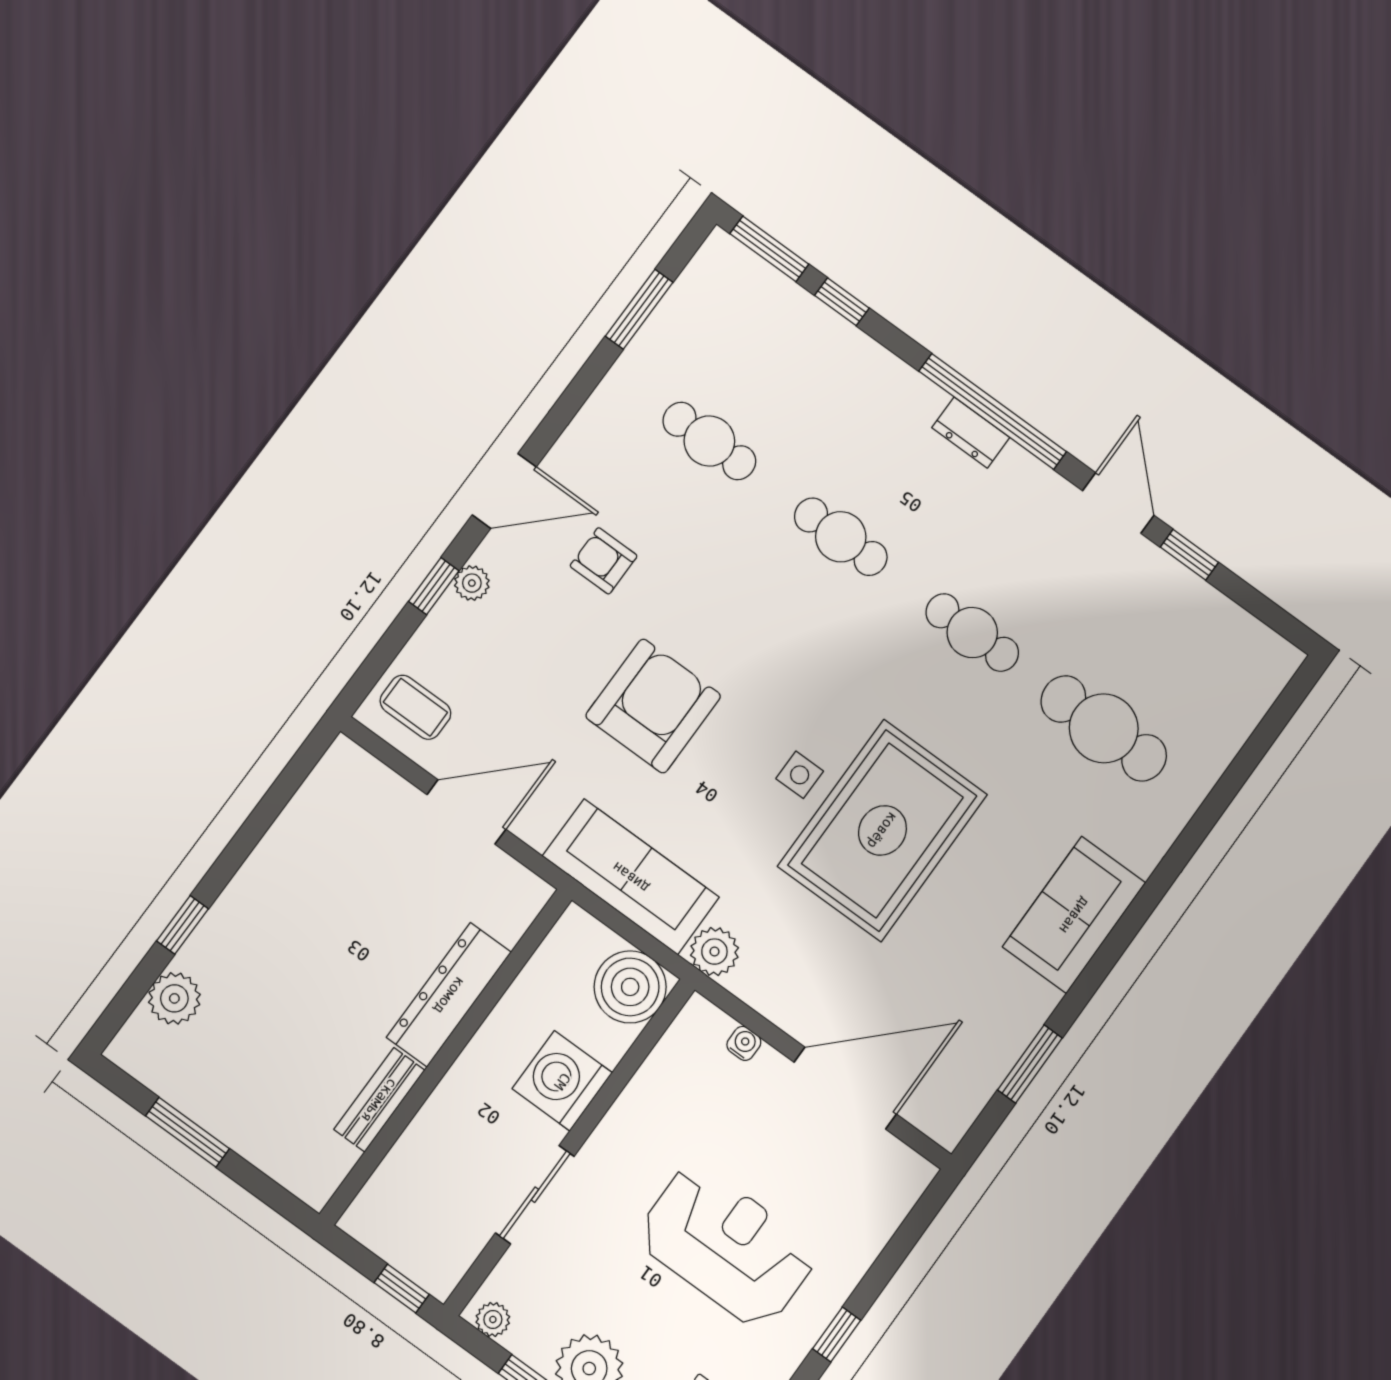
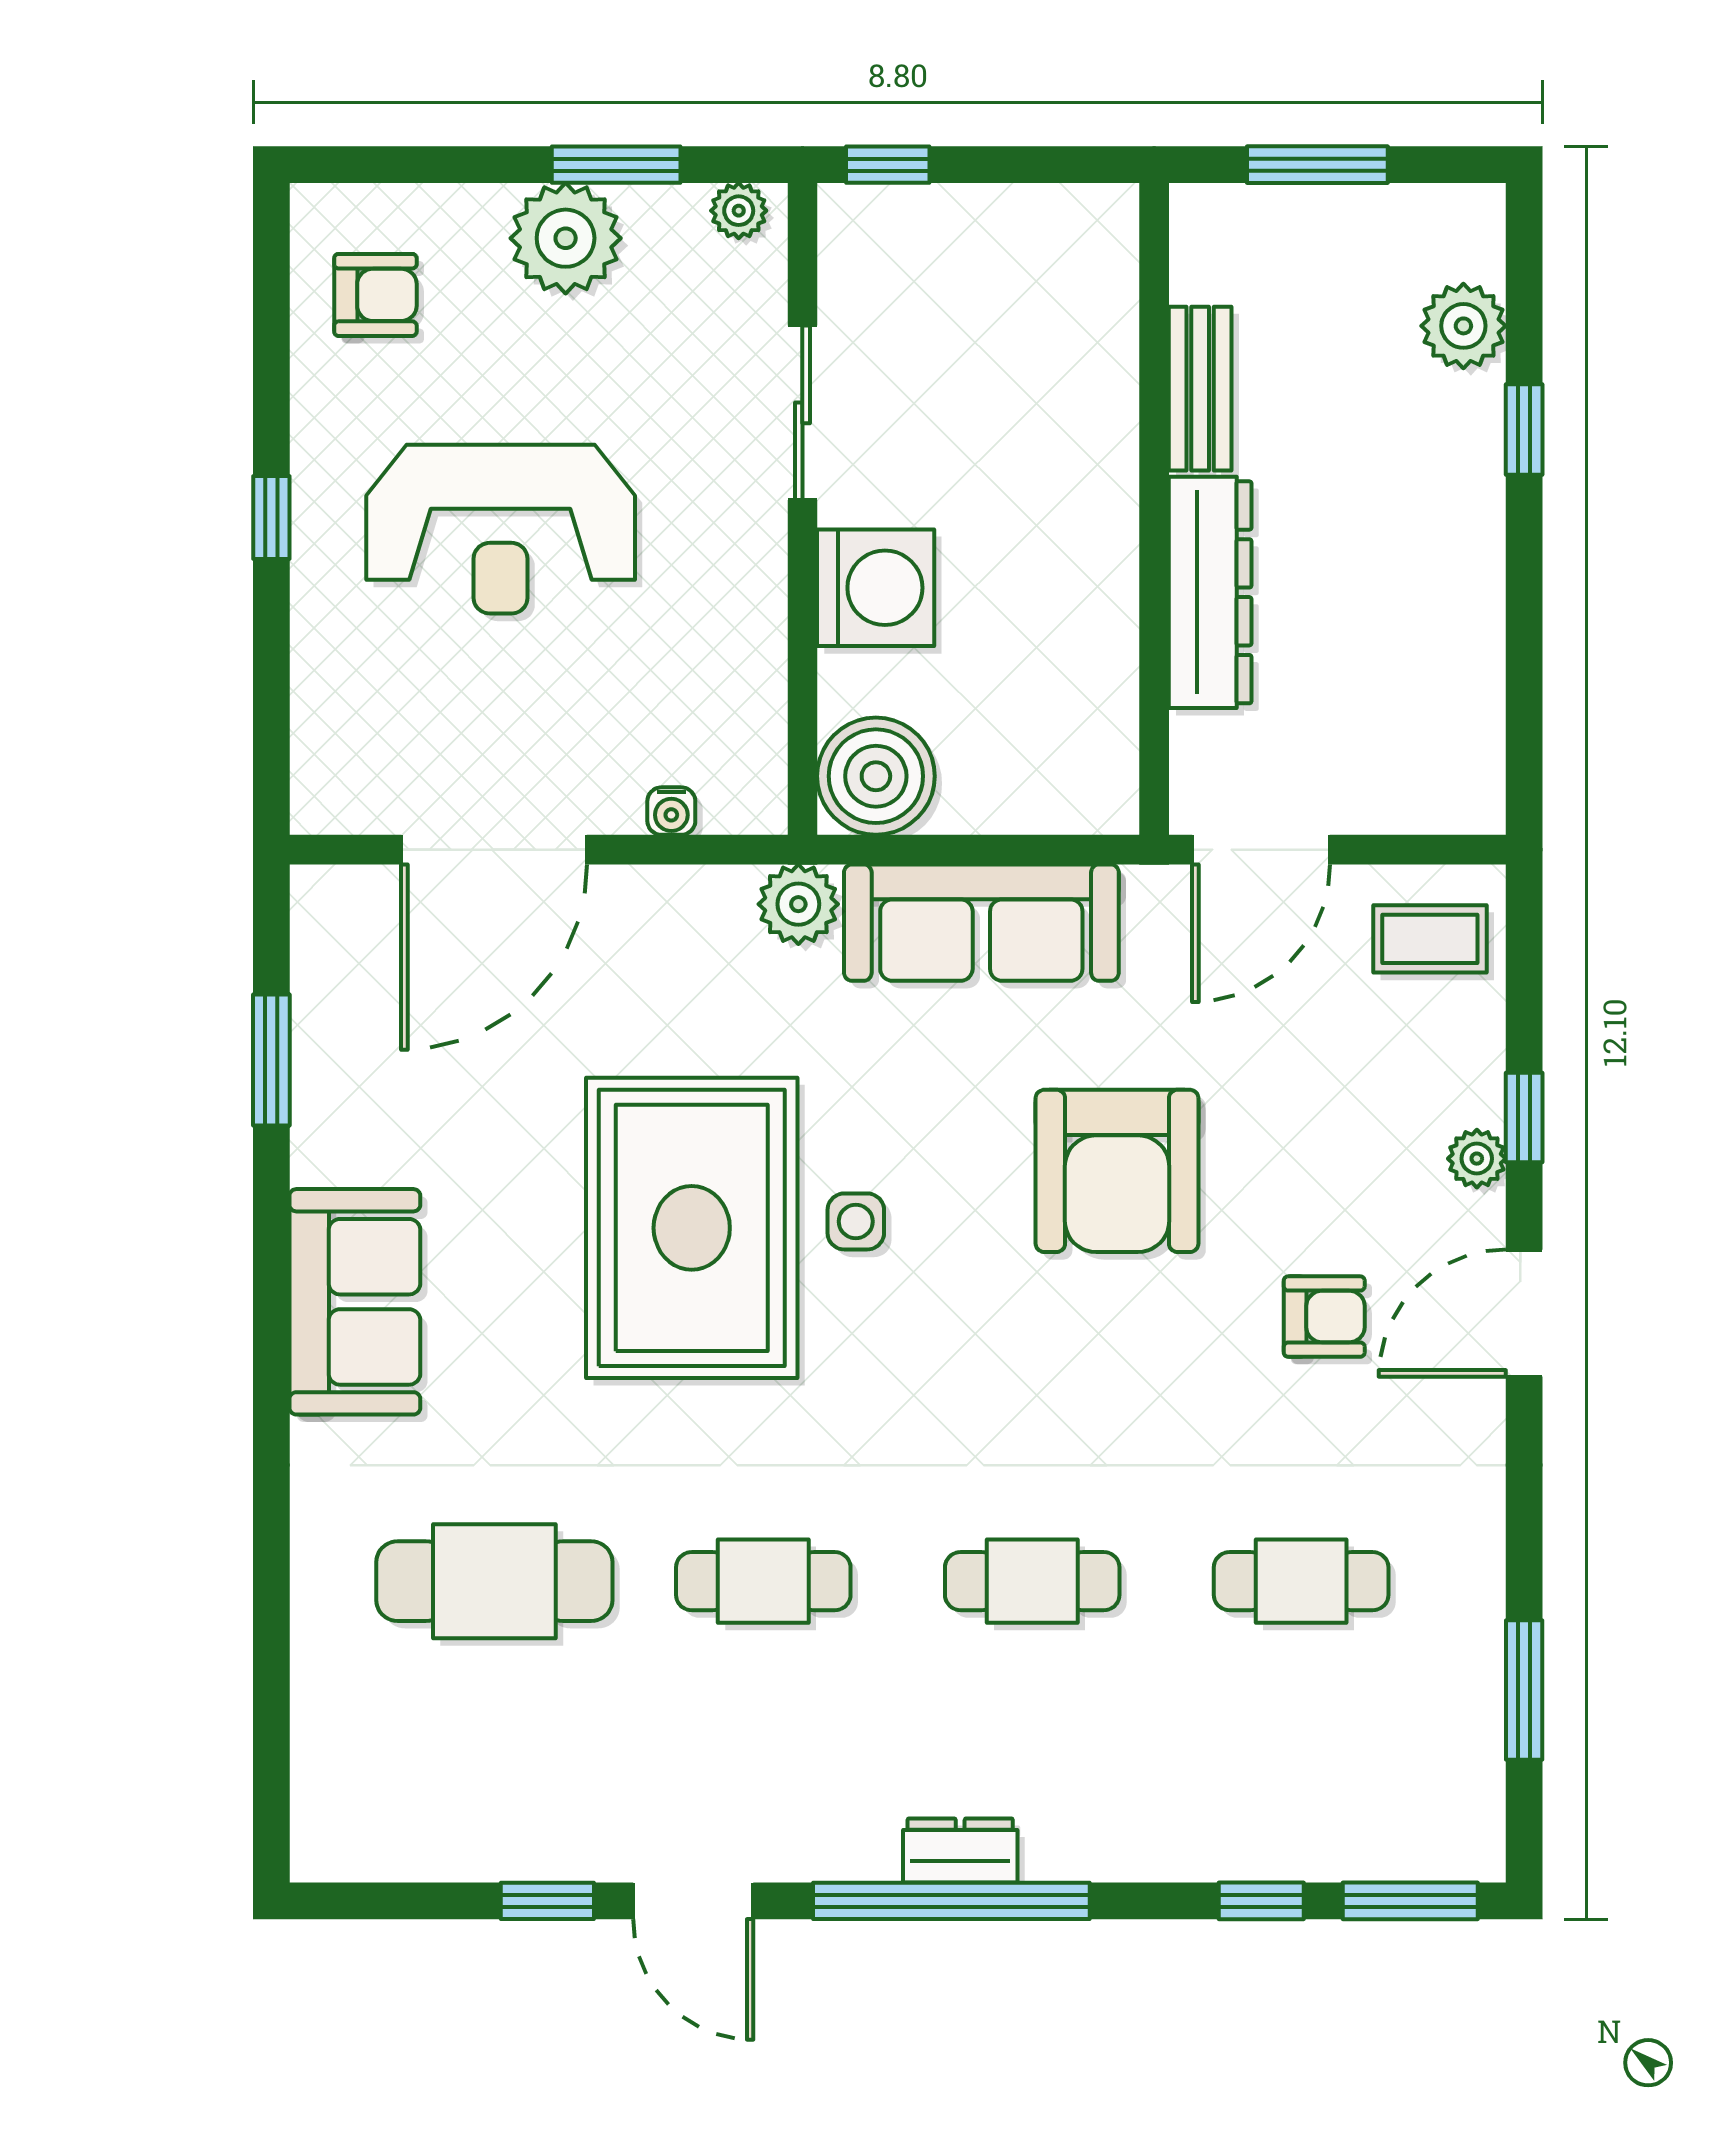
dresser: (449, 995) -> (1210, 592), moved
wall: (446, 1056) -> (1154, 509), moved
bench: (379, 1100) -> (1200, 389), moved

